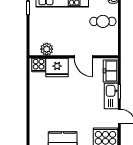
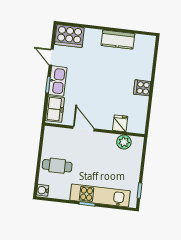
cooker: (39, 65) -> (142, 88), moved, turned -90
fridge: (57, 68) -> (120, 123), width x0.53, depth x0.75

